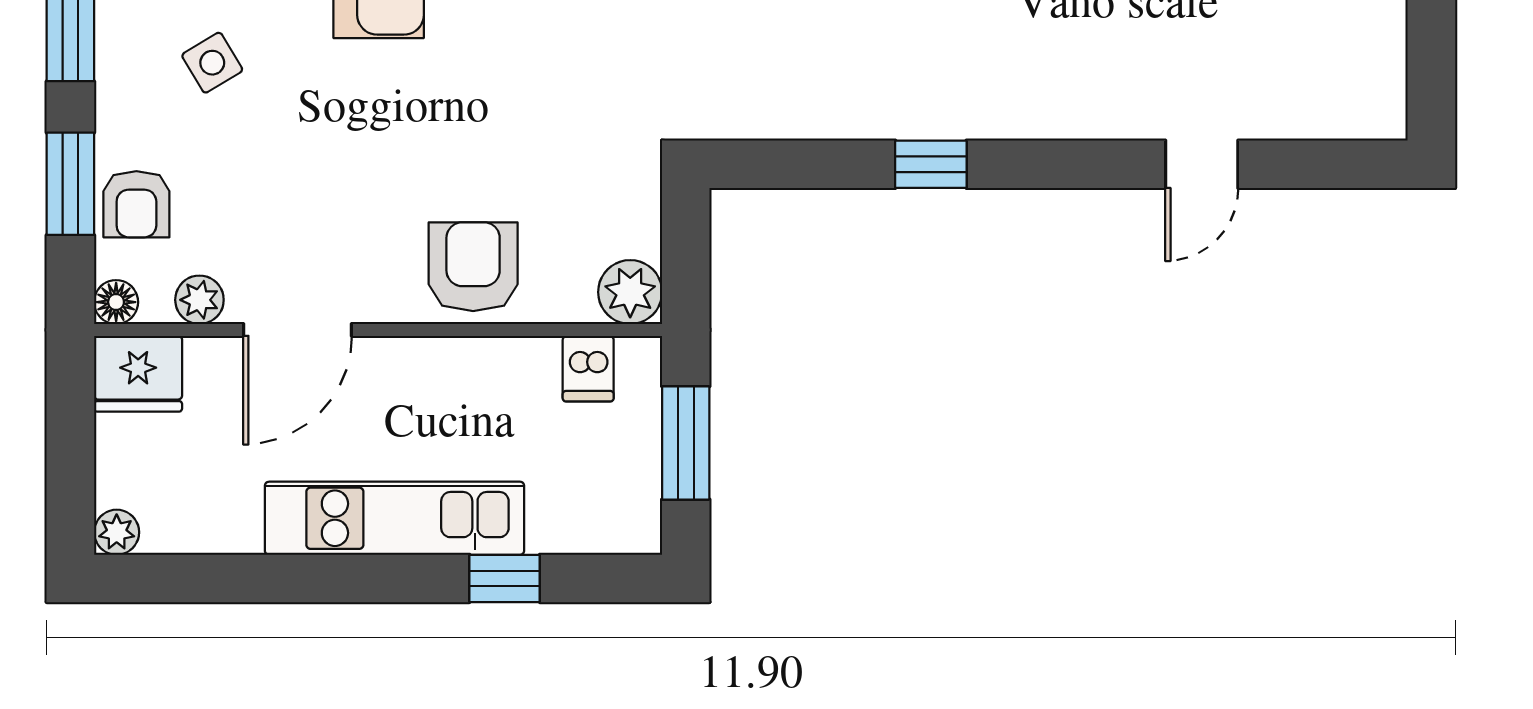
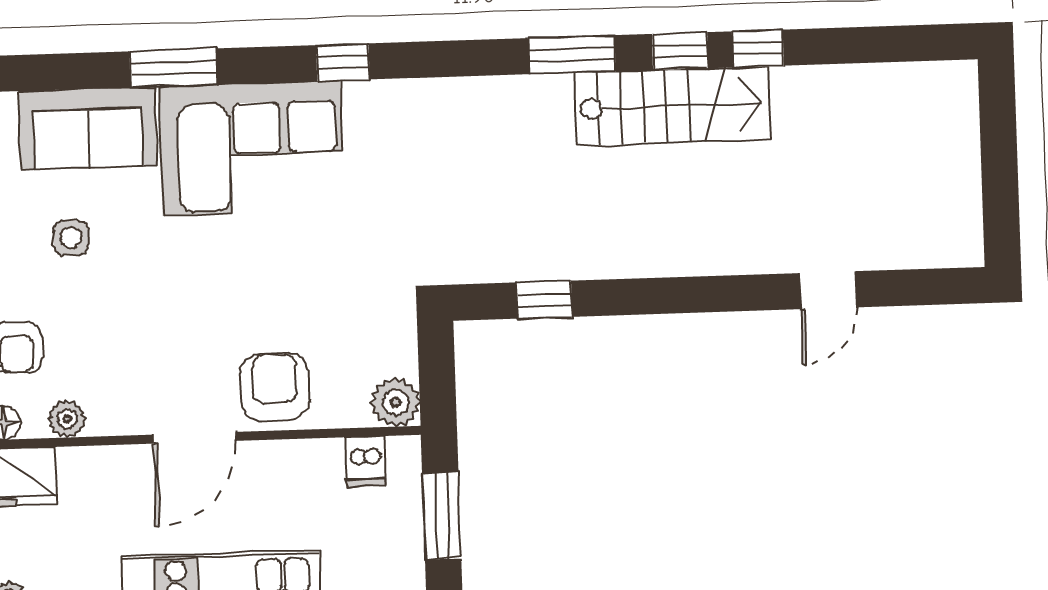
side table: (212, 63) -> (71, 238), turned 31
window: (931, 164) -> (544, 300), moved
door: (297, 330) -> (195, 438), moved

